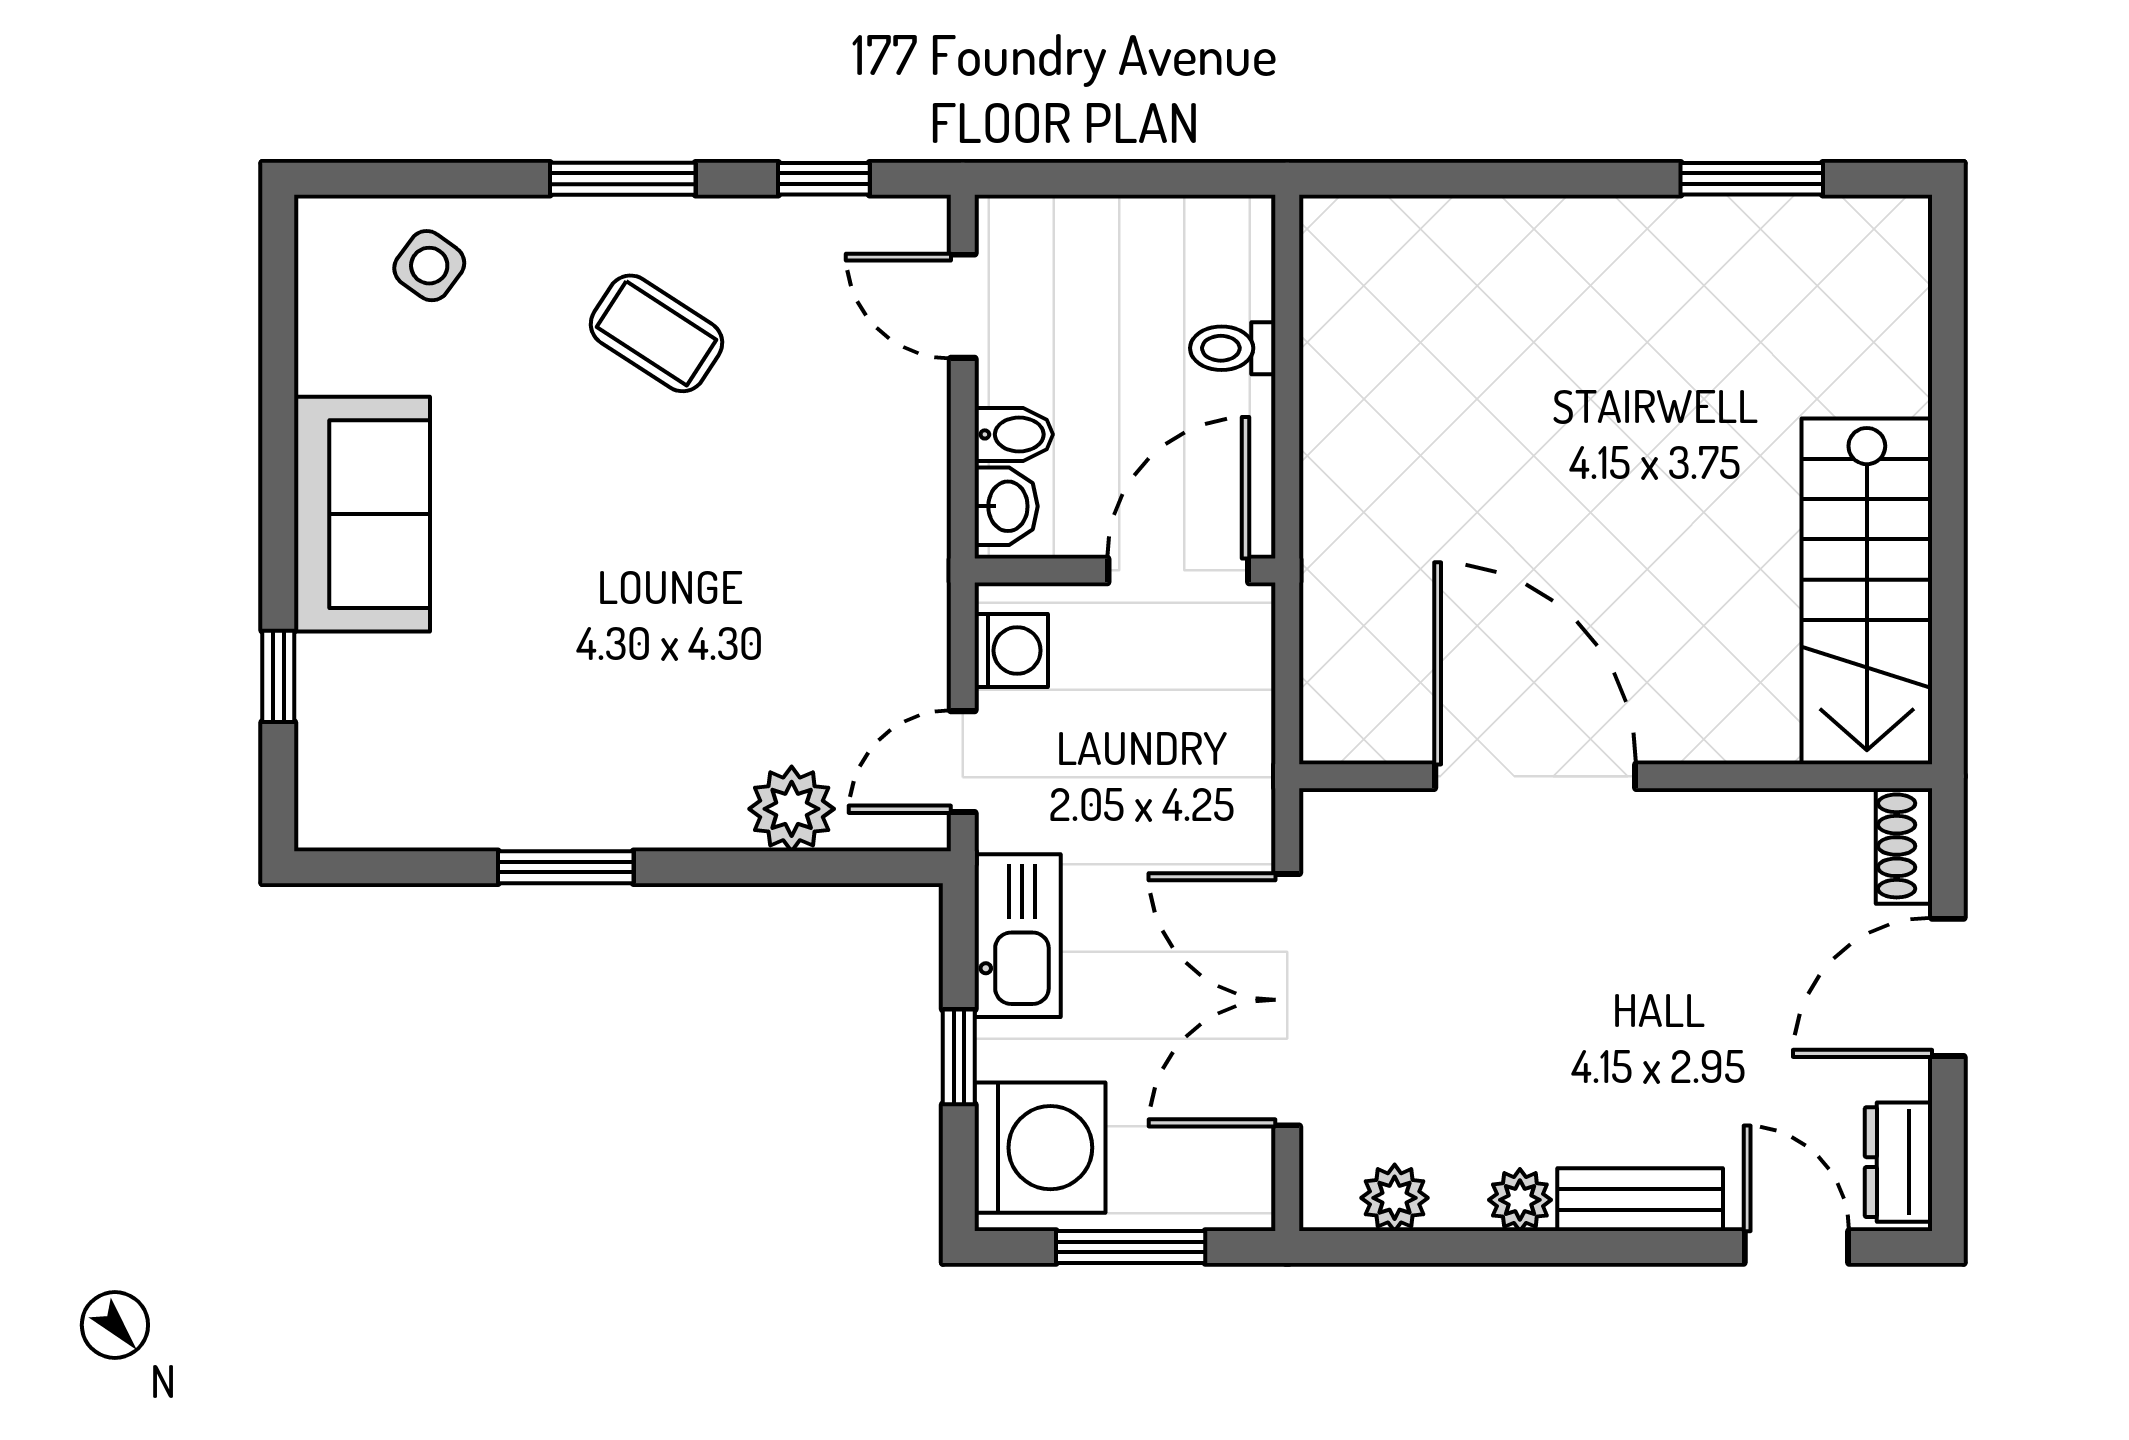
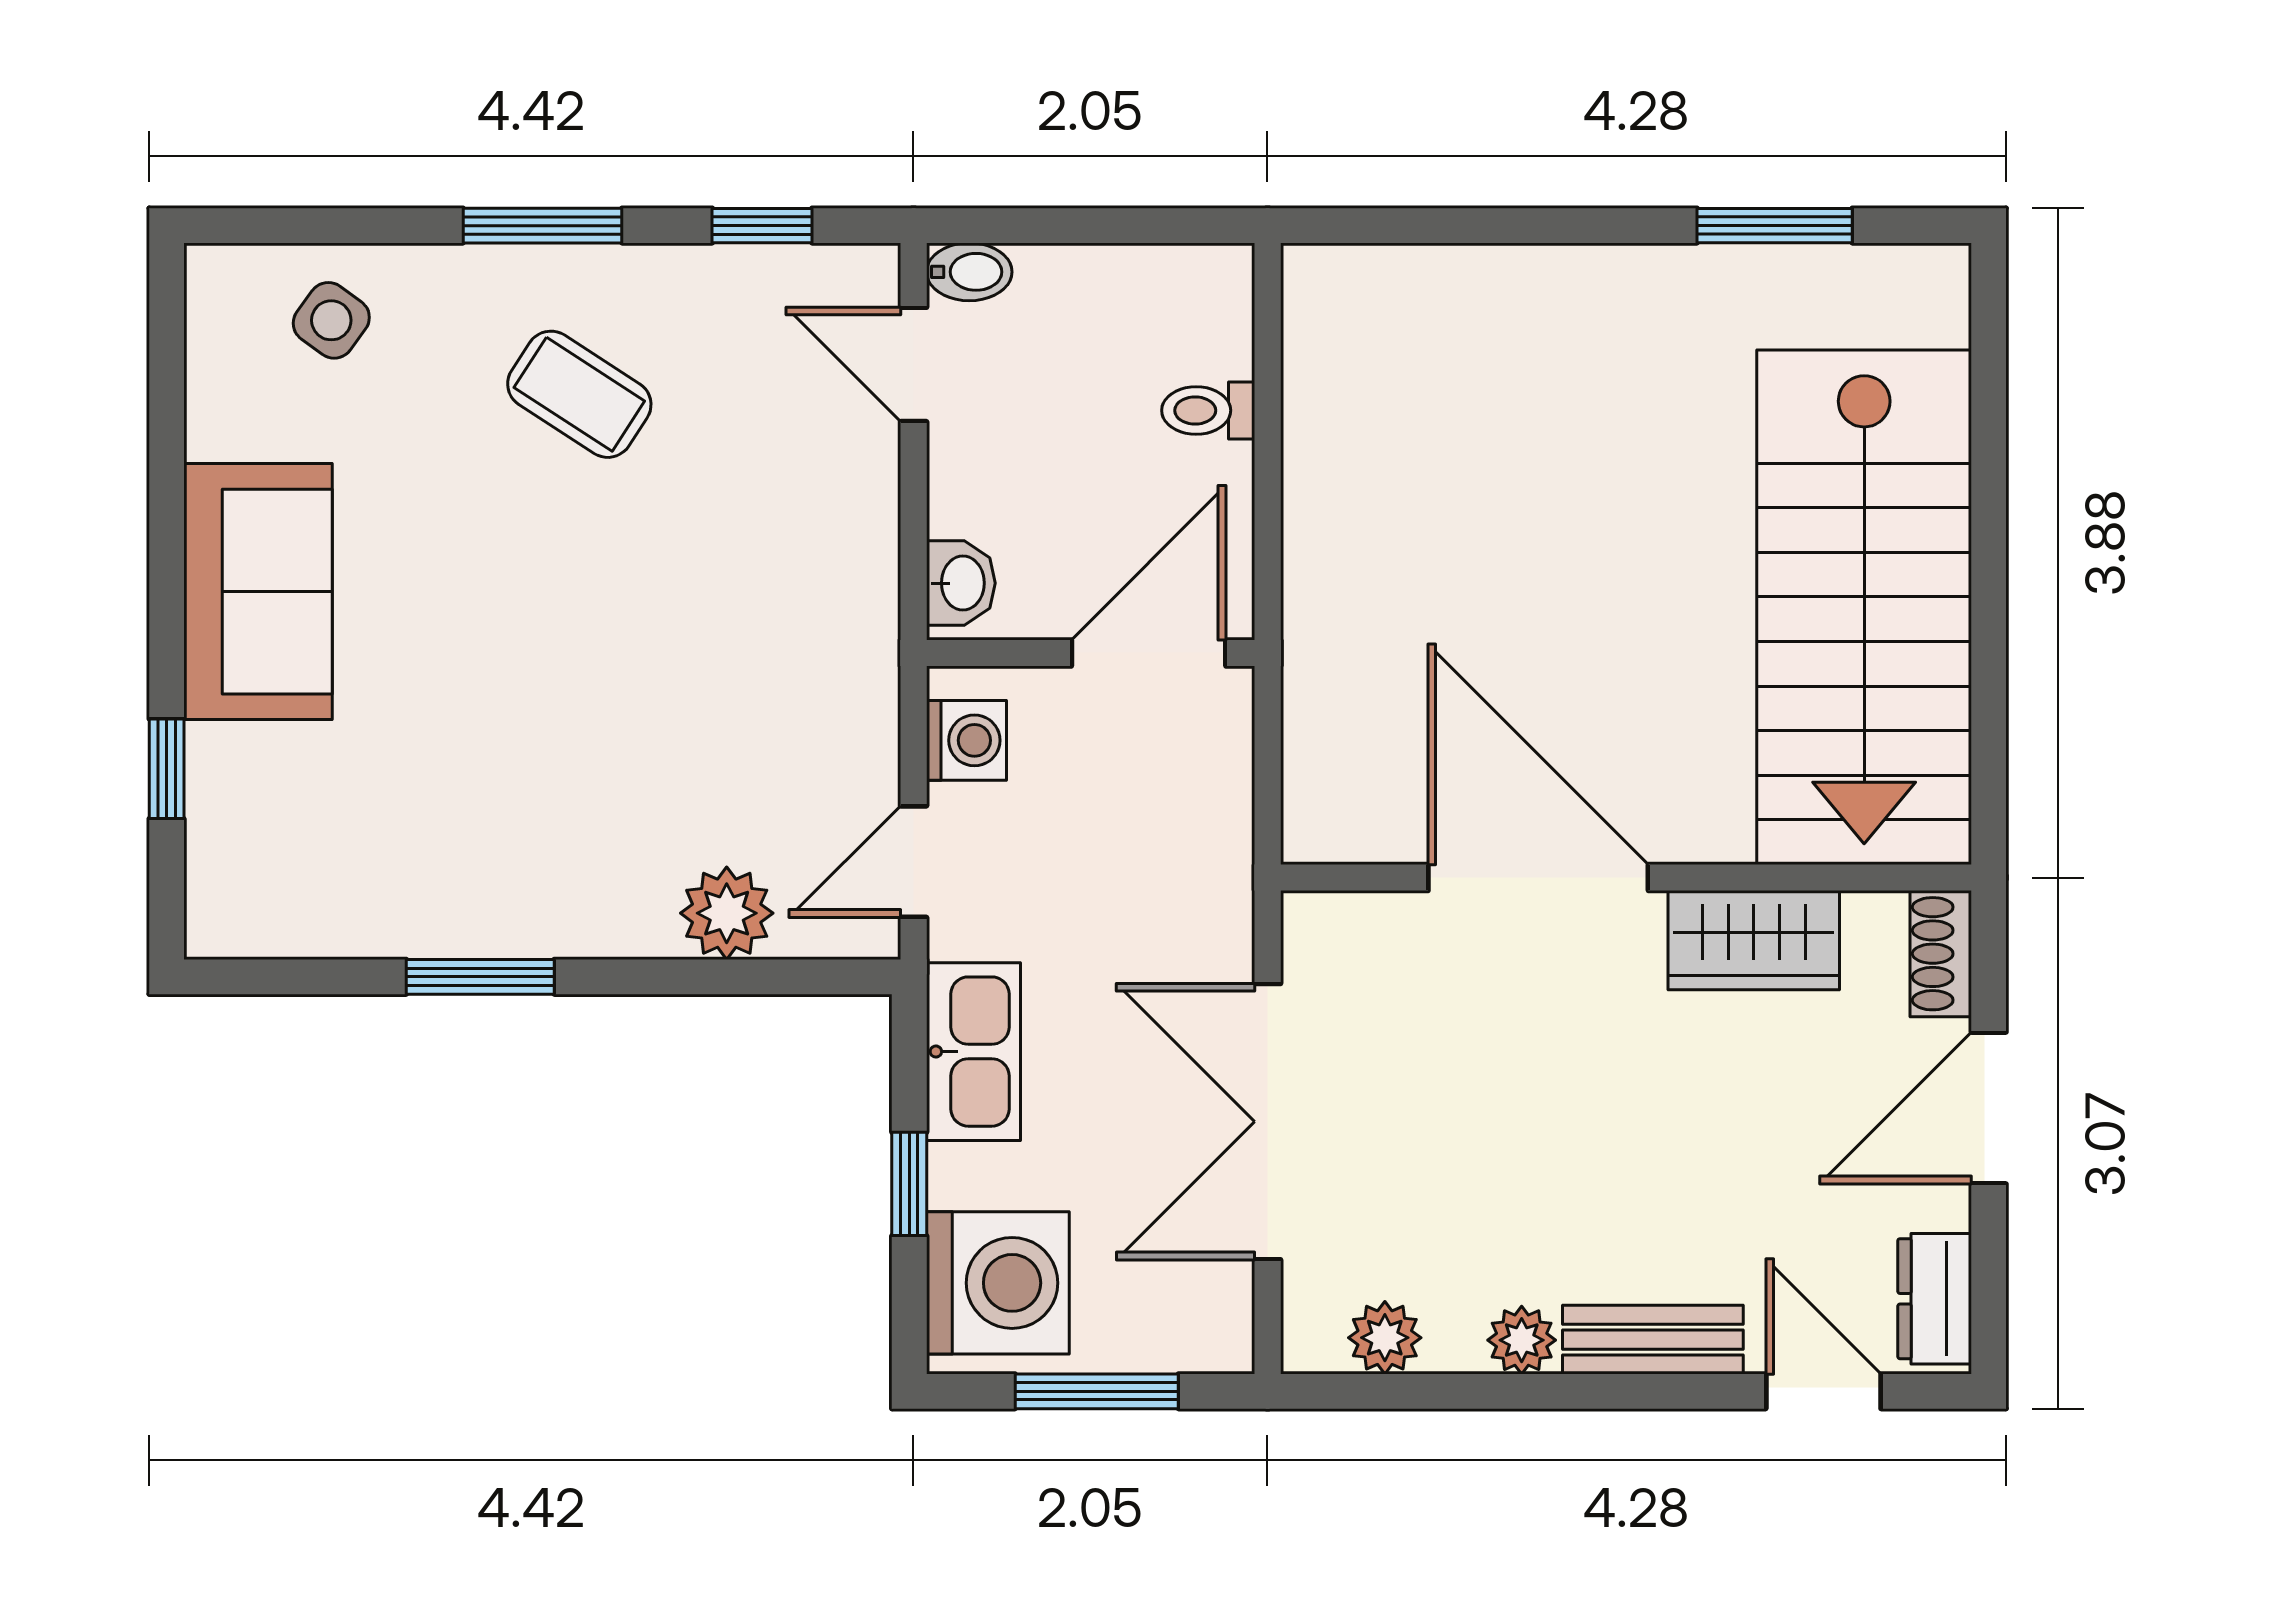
bidet: (1014, 434) -> (969, 272), moved
stairs: (1867, 591) -> (1864, 607), width x1.36, depth x1.51
wardrobe: (1733, 834) -> (1754, 940), added

